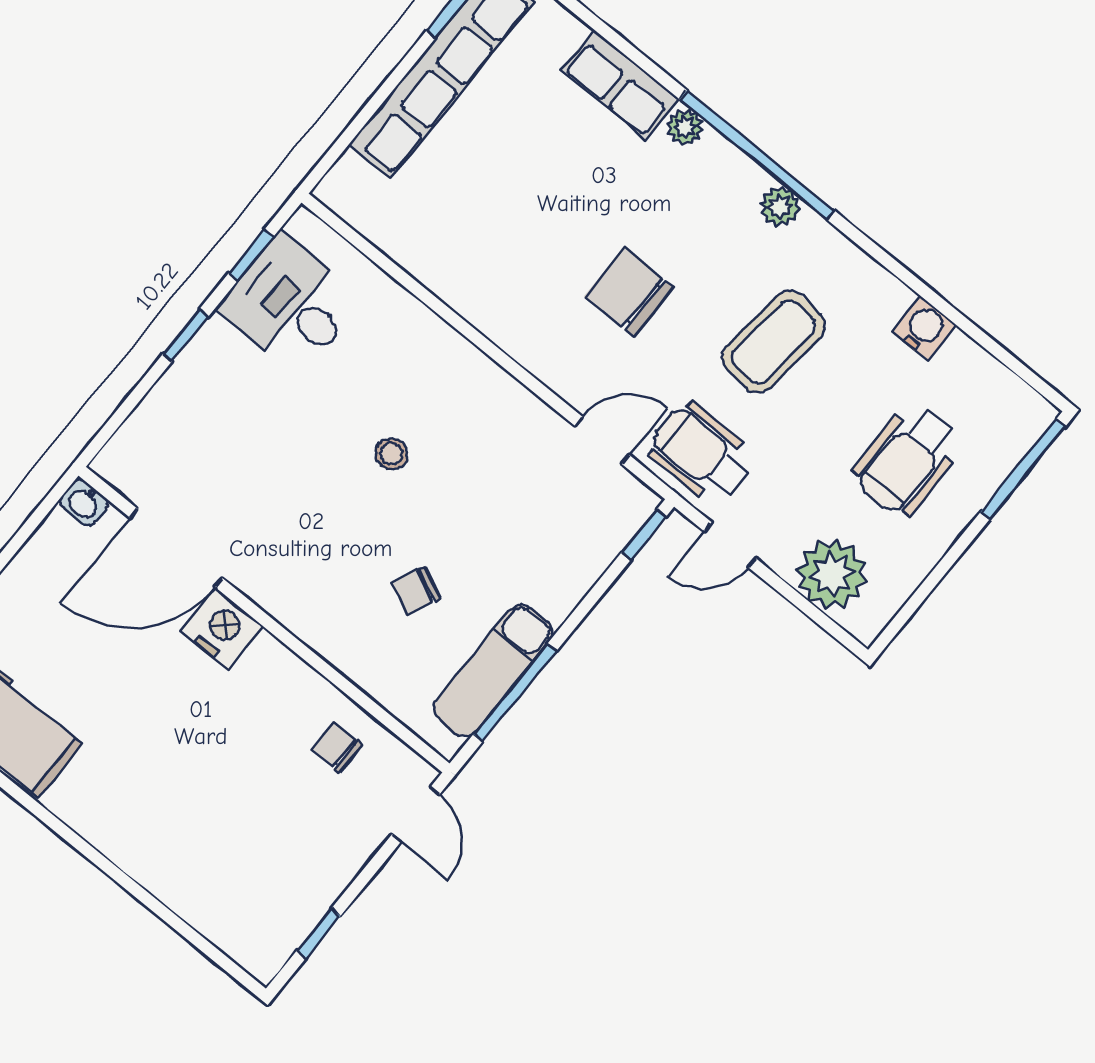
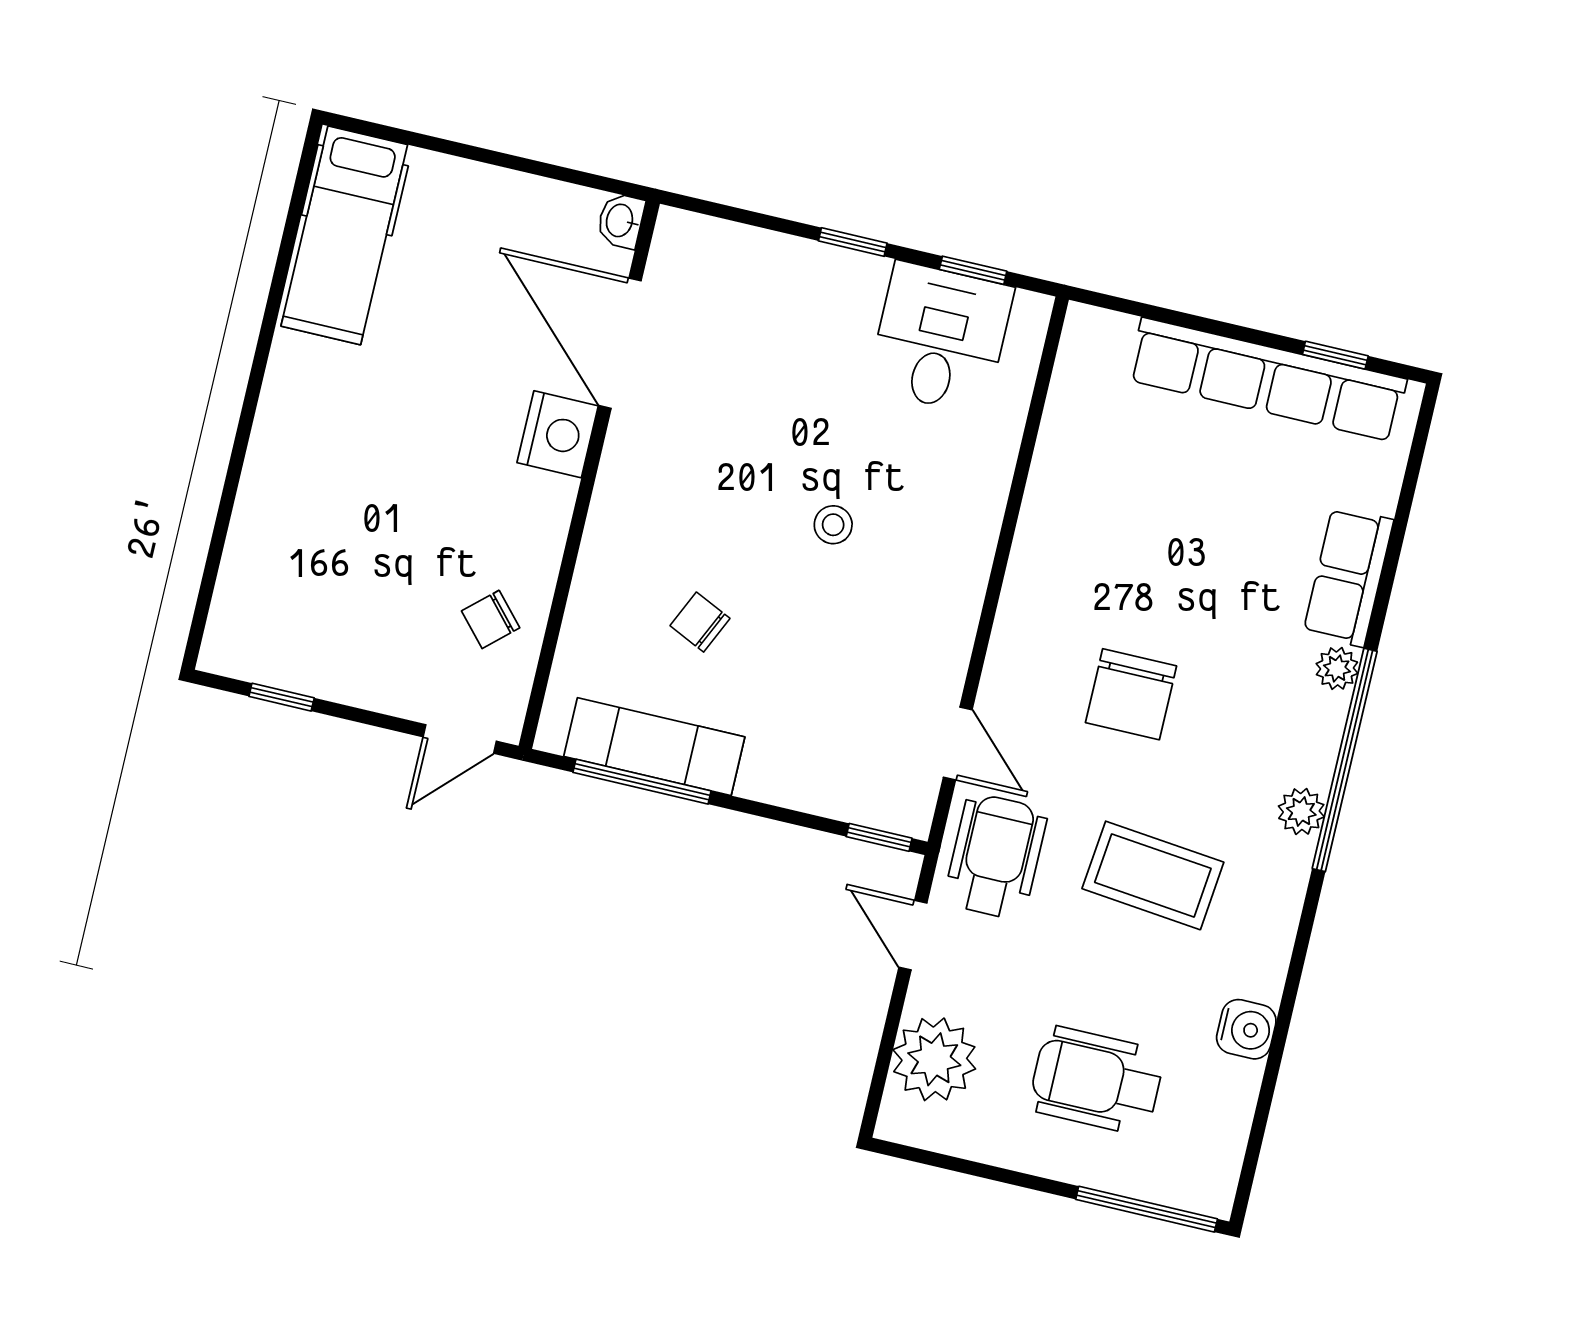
chair: (629, 292) -> (1131, 694), turned 180
chair: (337, 747) -> (491, 619), turned -132

